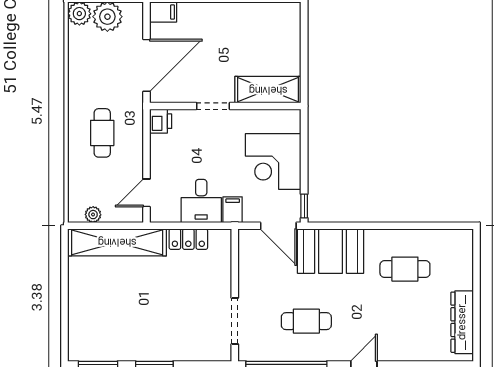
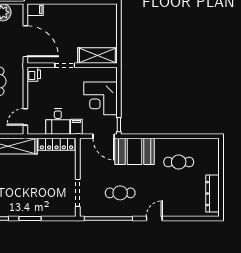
door: (147, 65) -> (25, 41), hinge flipped
locker: (188, 239) -> (57, 144), width x1.53

